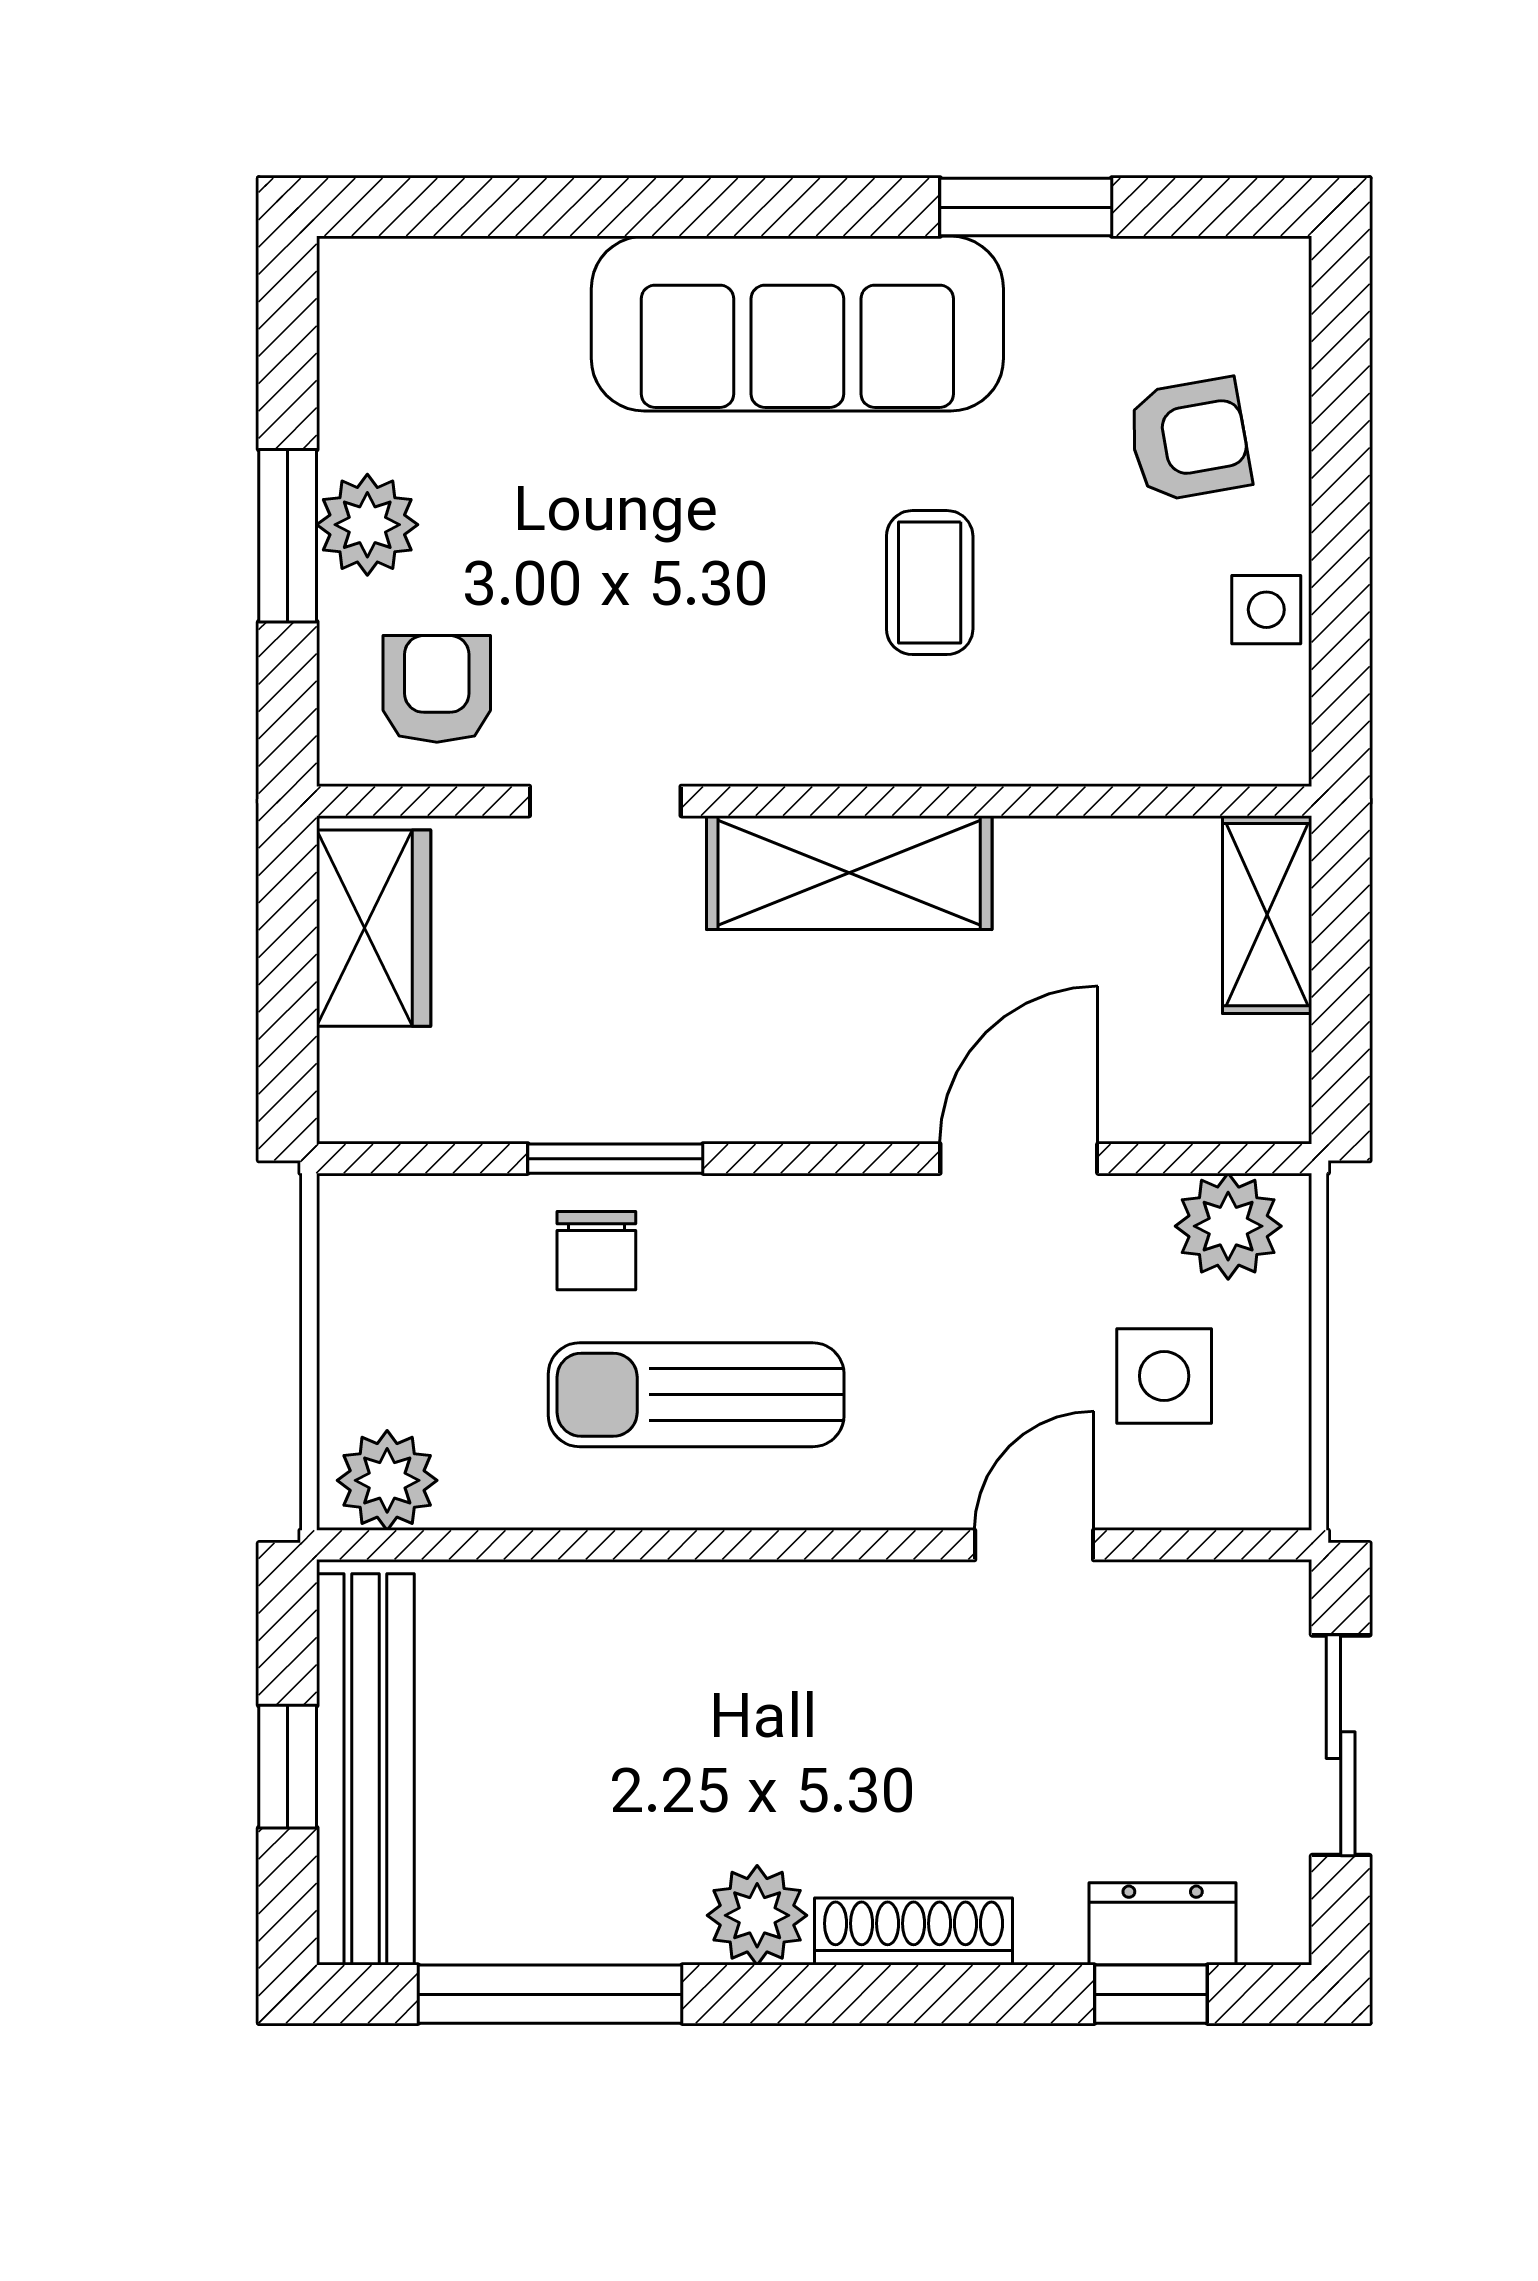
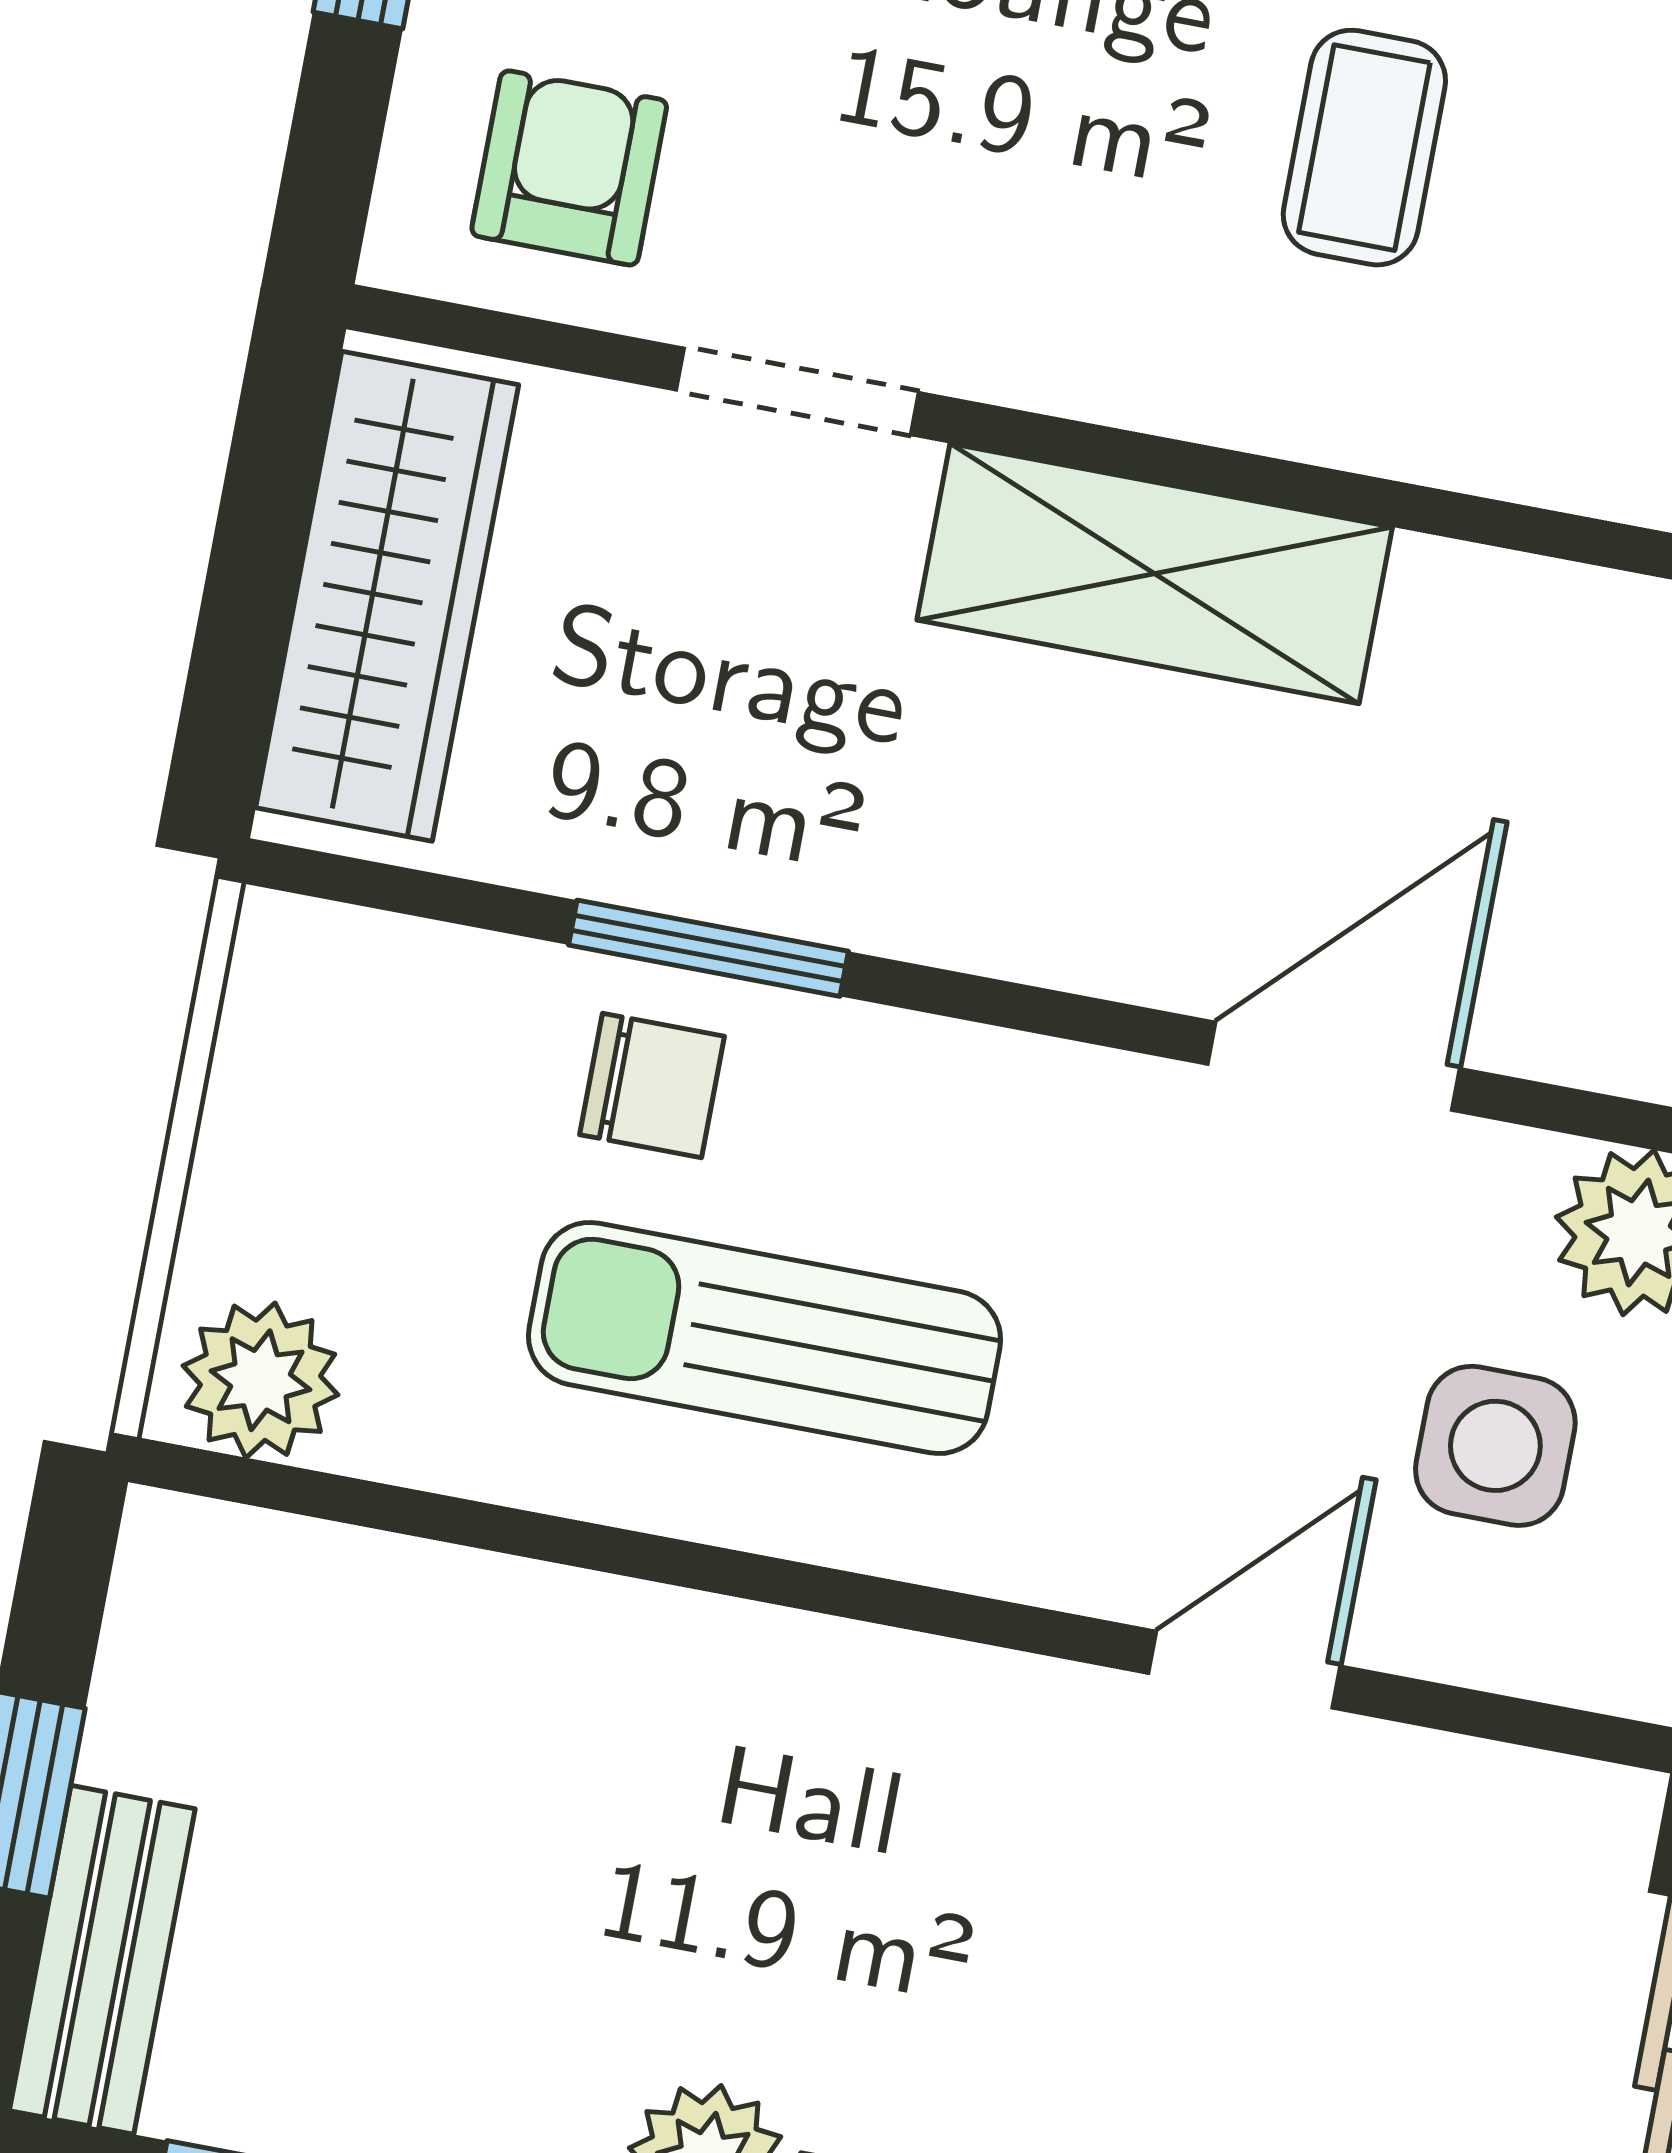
wardrobe: (374, 928) -> (387, 596), width x1.50
chair: (596, 1251) -> (652, 1085), turned -90
bench: (365, 1769) -> (102, 1960), width x0.54, depth x0.82

